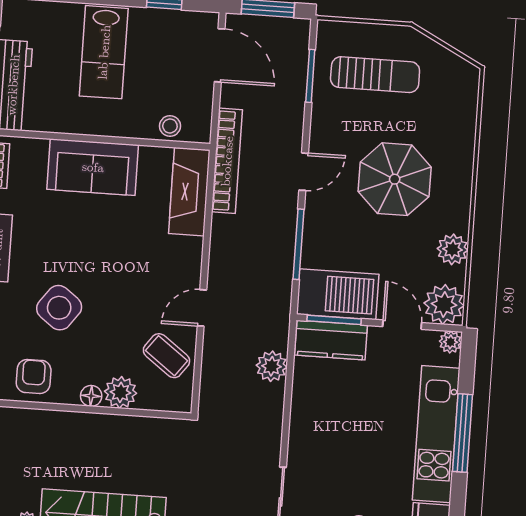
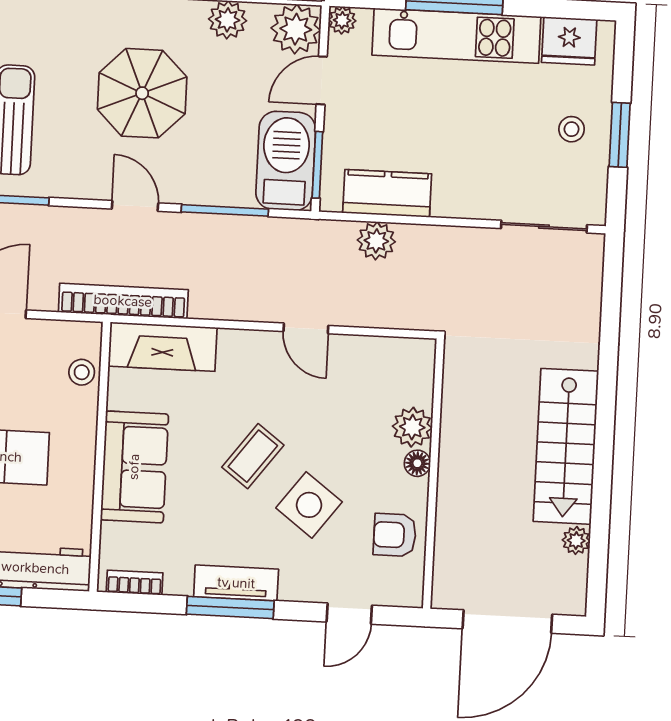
kitchen counter: (331, 340) -> (387, 193), moved, turned -90
coffee table: (166, 356) -> (253, 456), moved

